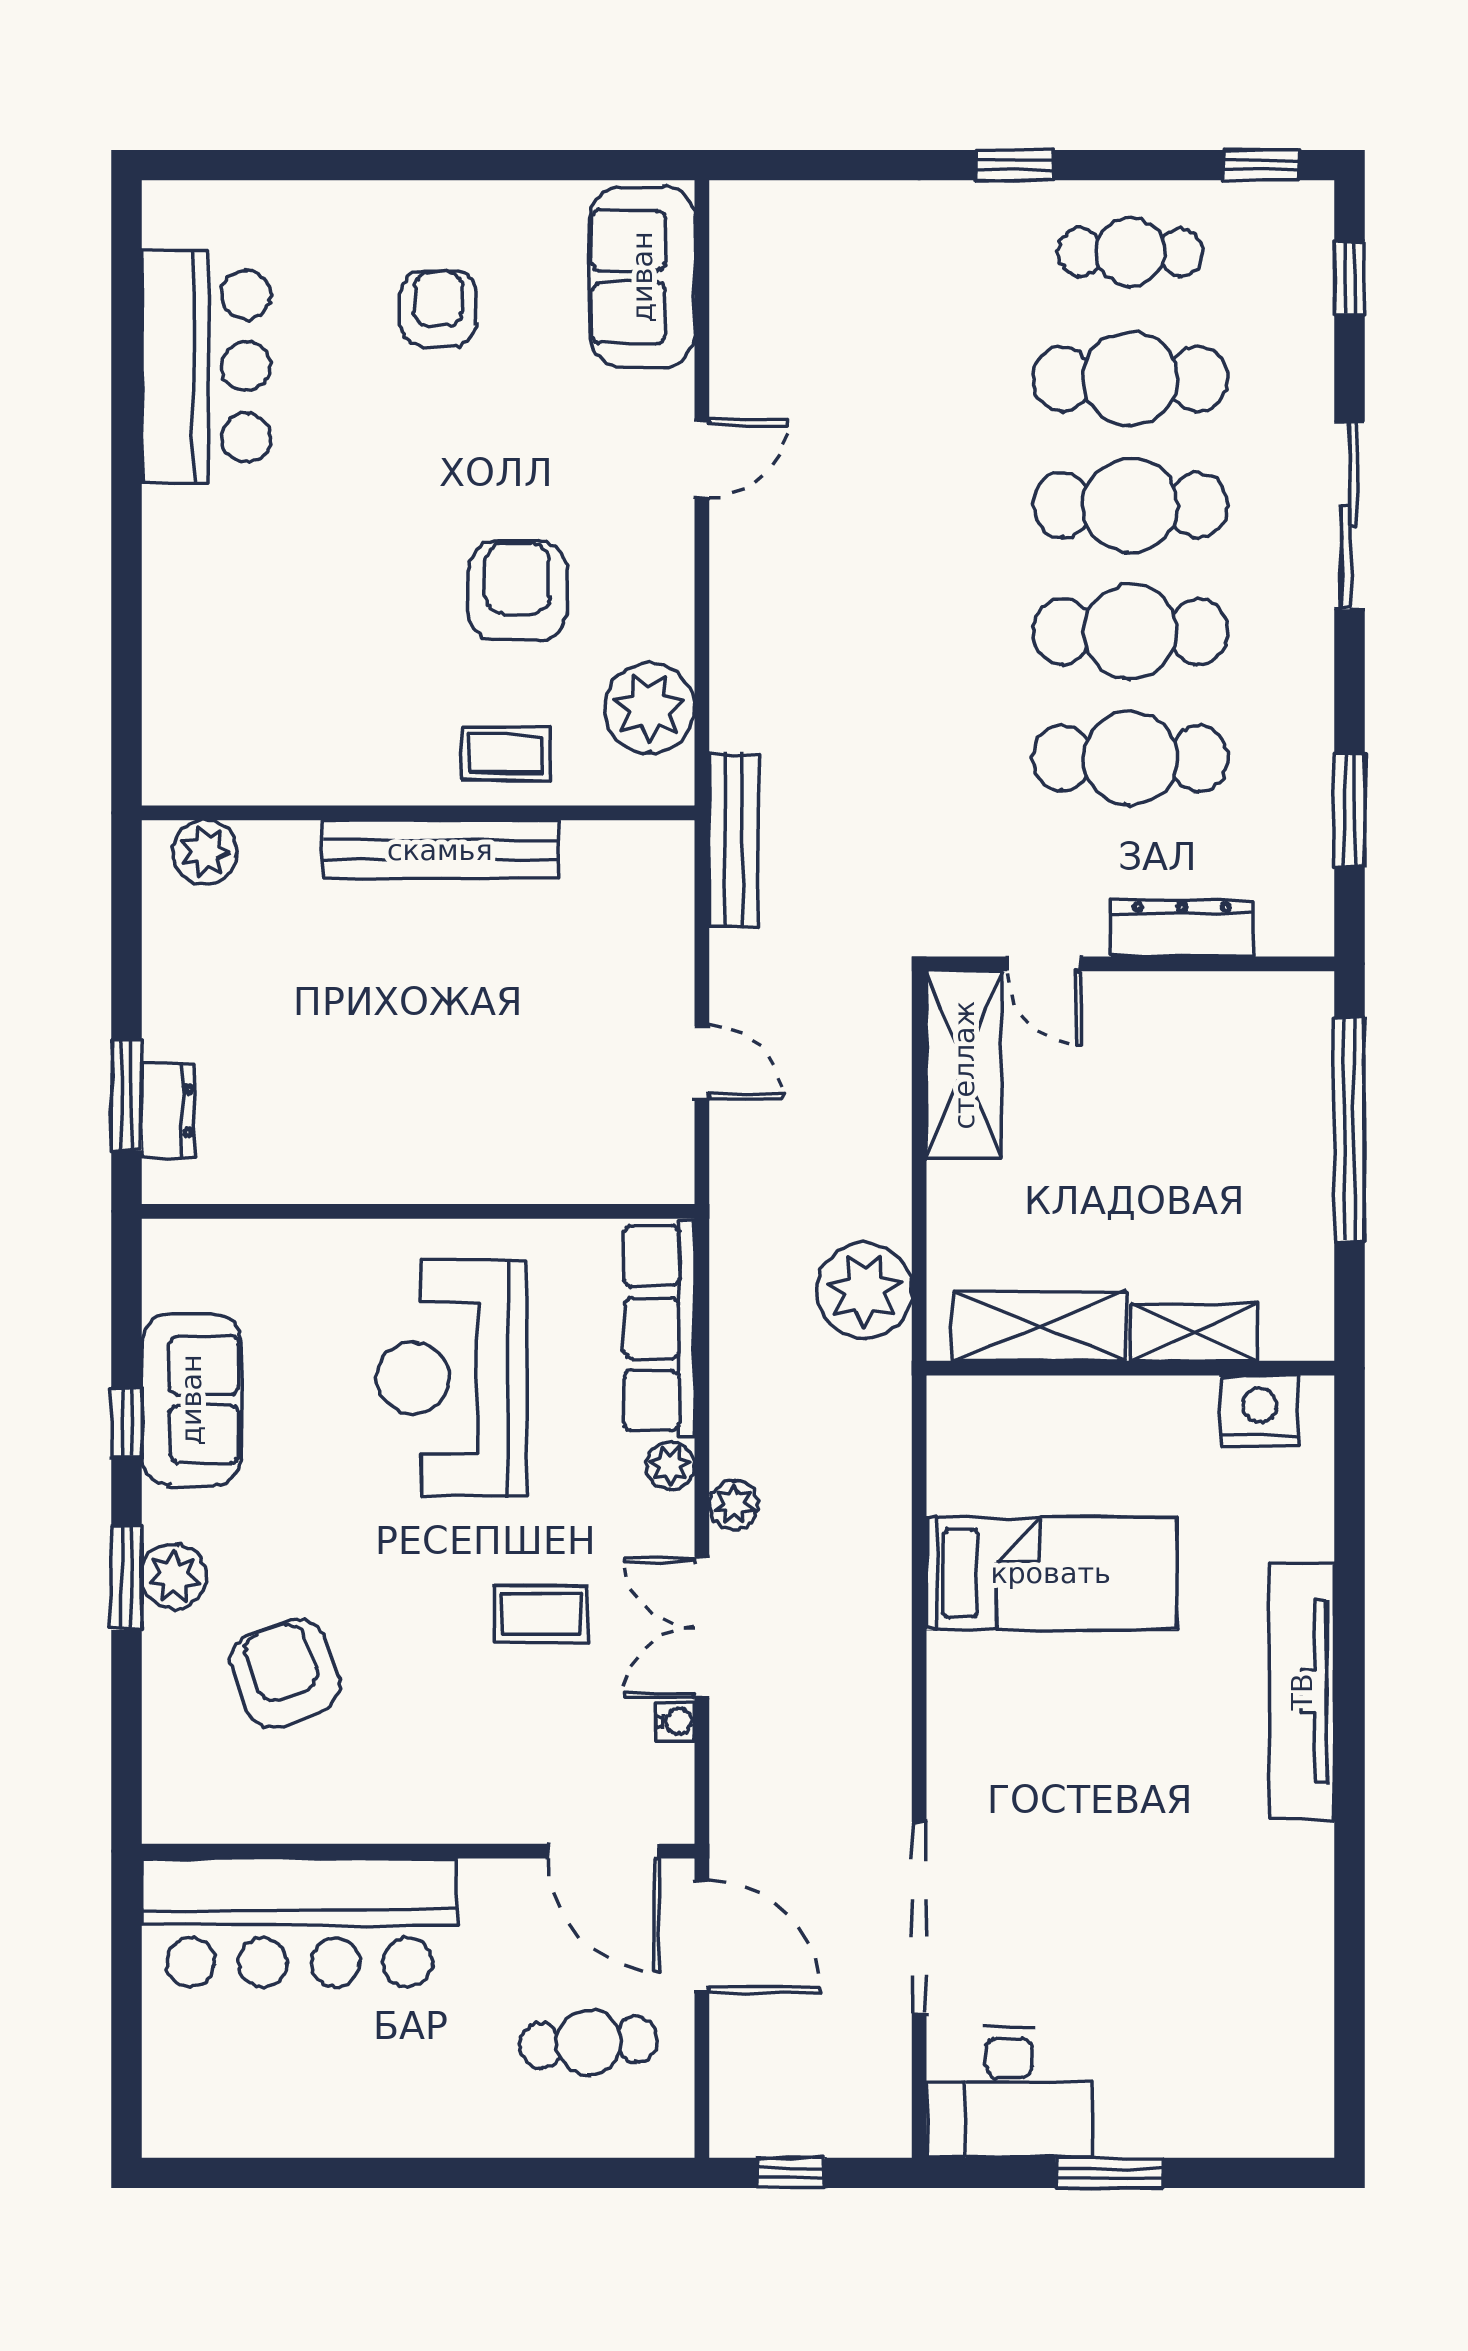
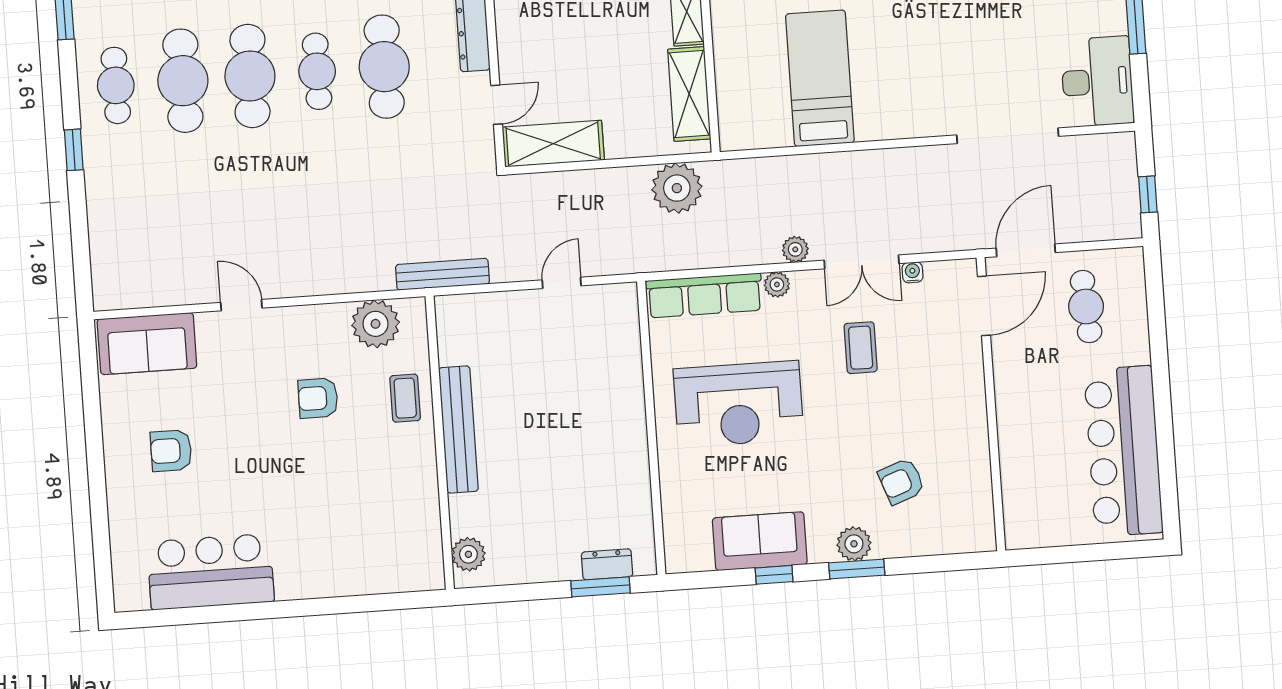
armchair: (518, 590) -> (318, 398), width x0.72, depth x0.72
cafe table: (1130, 632) -> (317, 71), width x0.73, depth x0.74
armchair: (285, 1673) -> (901, 481), width x0.72, depth x0.72
bar counter: (299, 1923) -> (1123, 451), moved, turned 180

